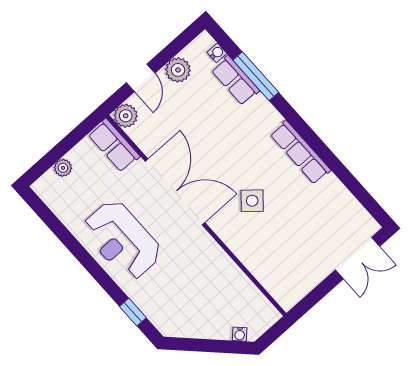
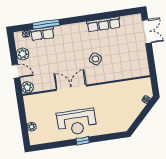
row of seats: (114, 145) -> (36, 100), removed
row of seats: (300, 152) -> (104, 24), moved
double door: (175, 192) -> (71, 88), width x0.73
window: (133, 312) -> (83, 141), moved

